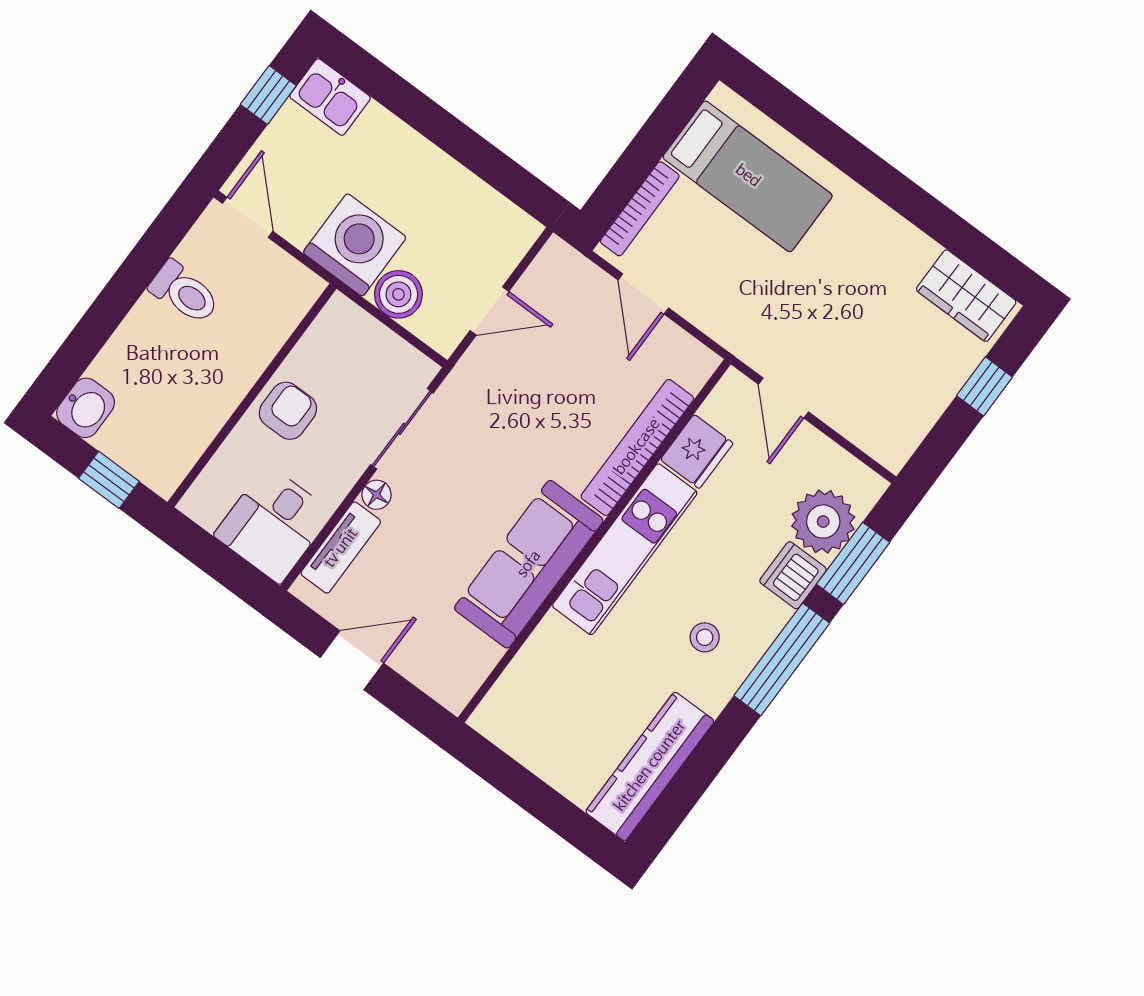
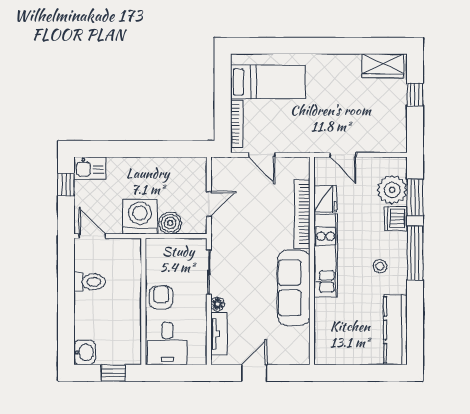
desk: (273, 524) -> (167, 344), moved

